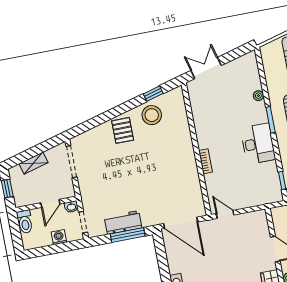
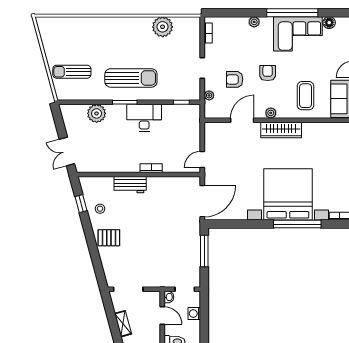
plant: (258, 96) -> (97, 113), width x1.88, depth x1.88
stool: (152, 115) -> (100, 209), width x0.53, depth x0.53
workbench: (123, 222) -> (130, 185), moved, turned -90

